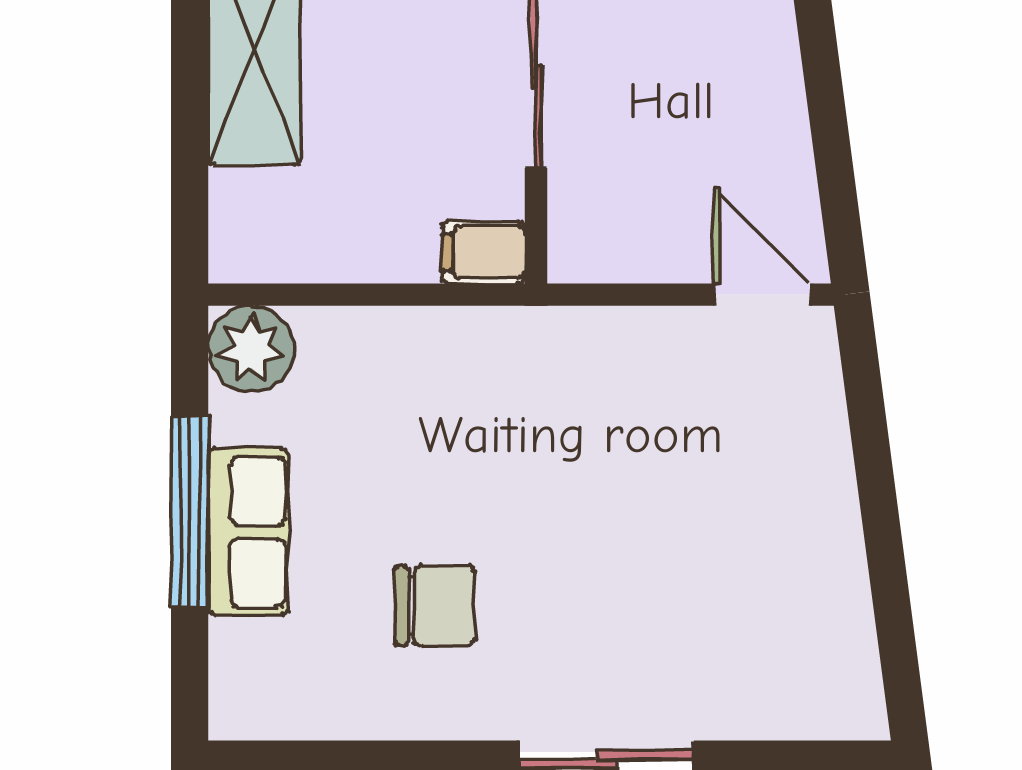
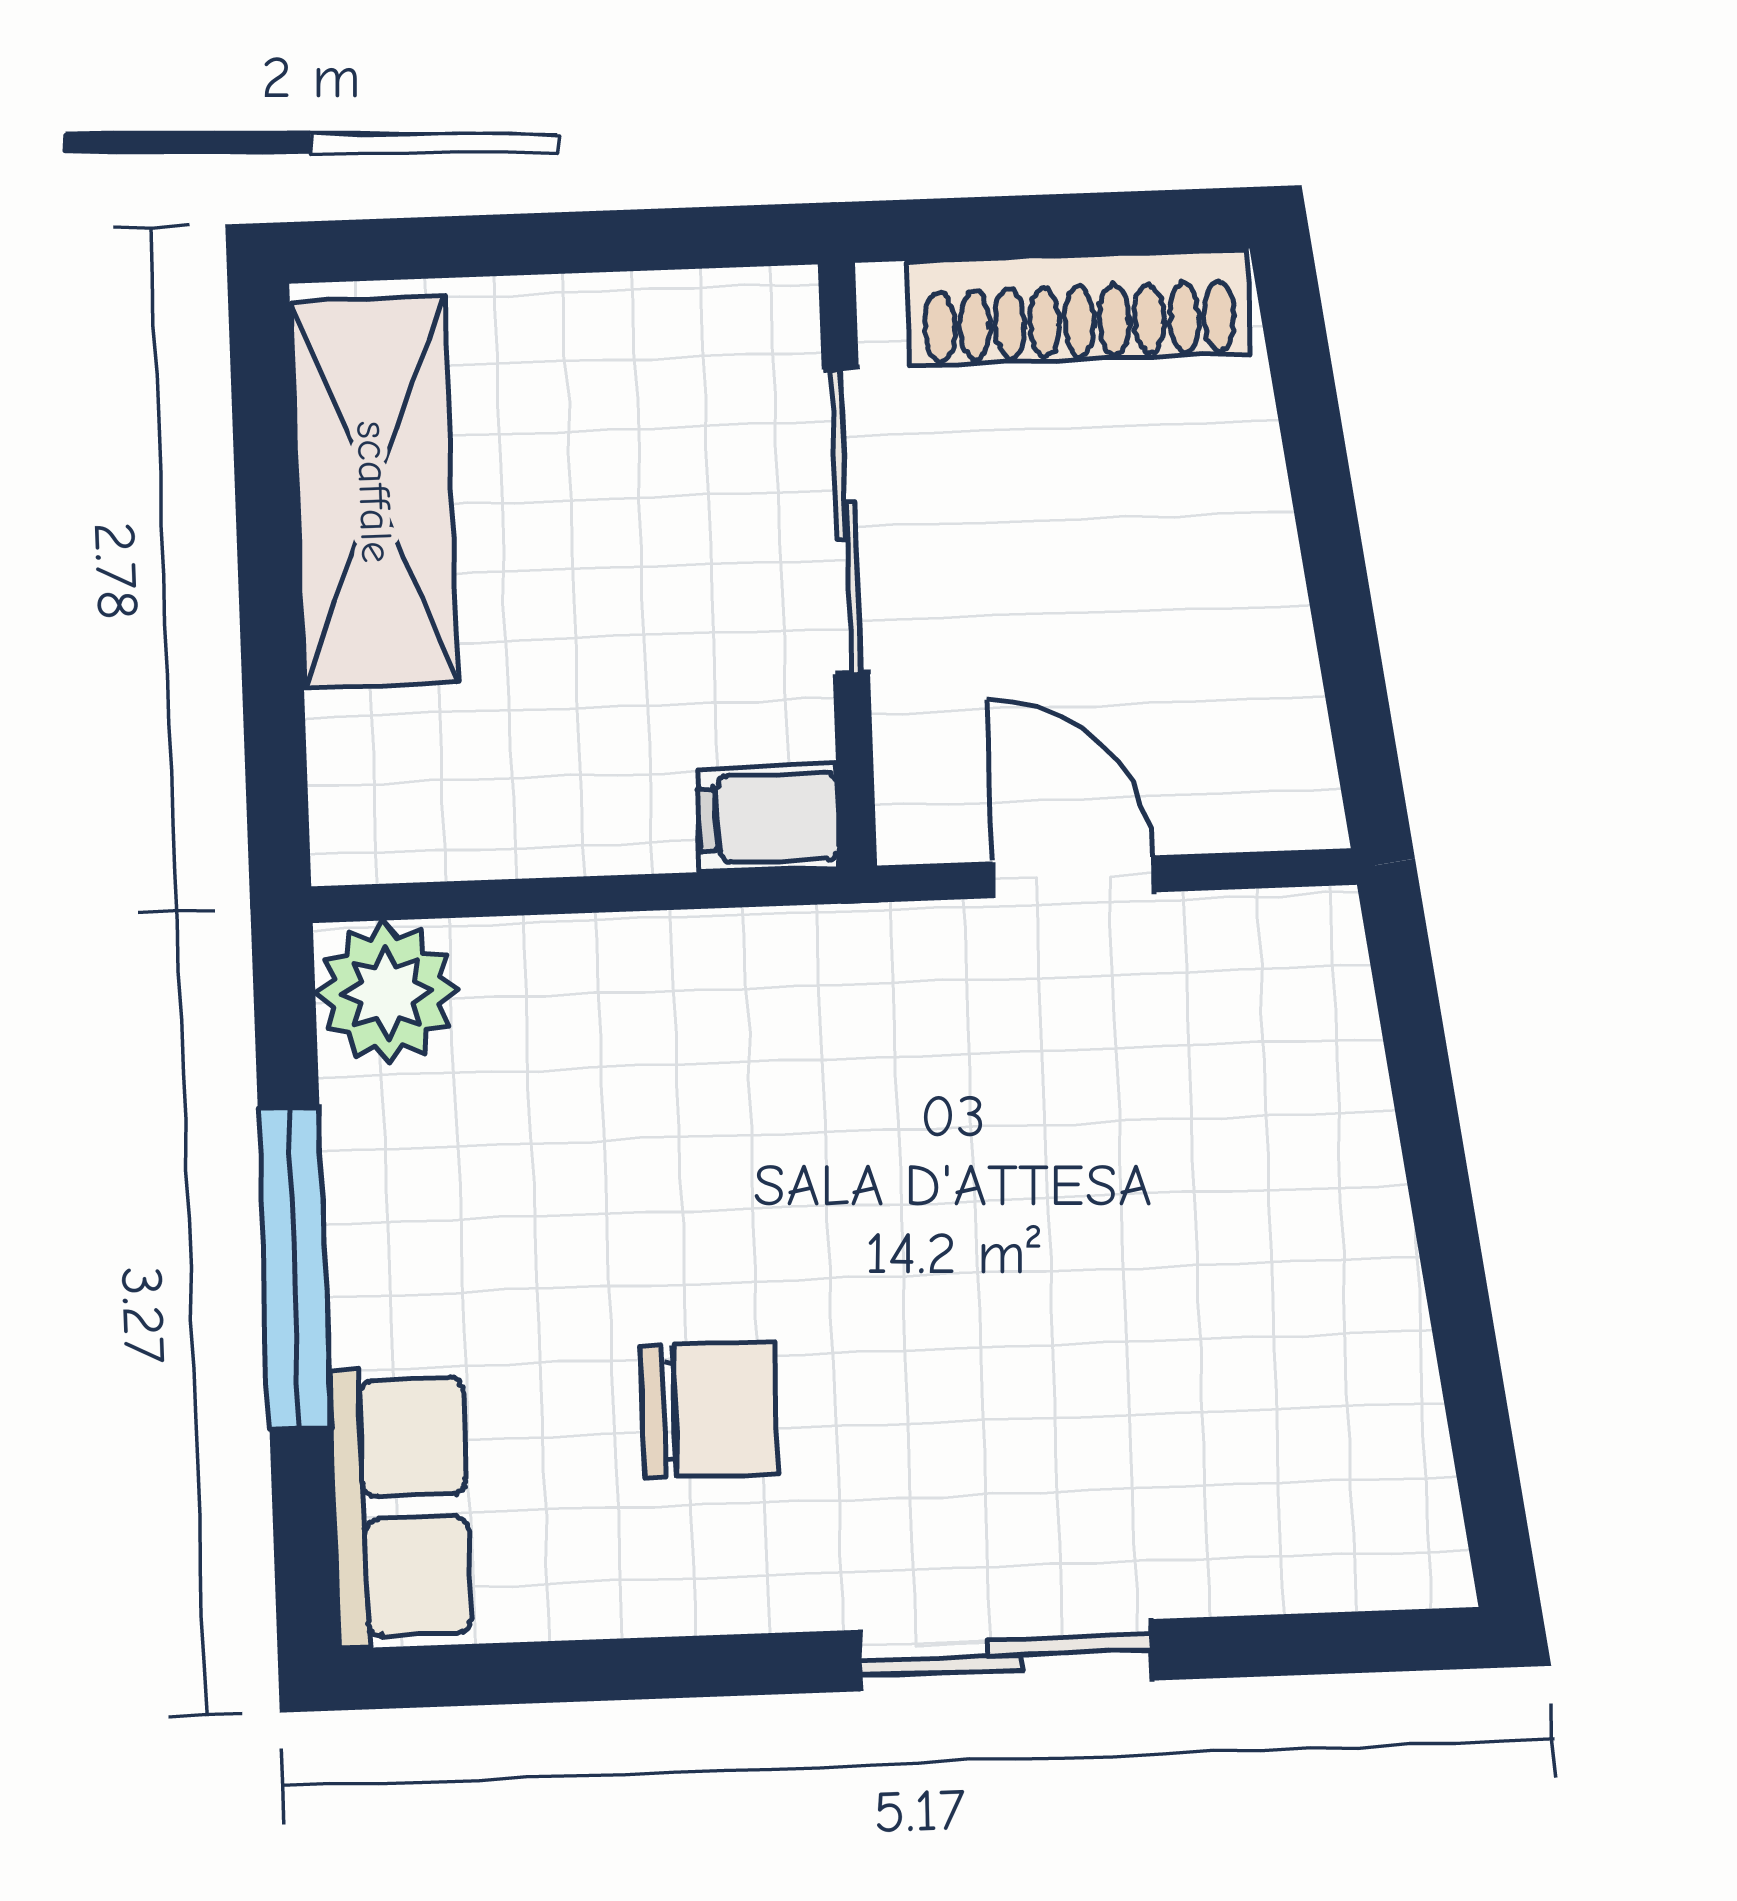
door: (762, 295) -> (1073, 877), moved
row of seats: (248, 532) -> (401, 1507), moved

